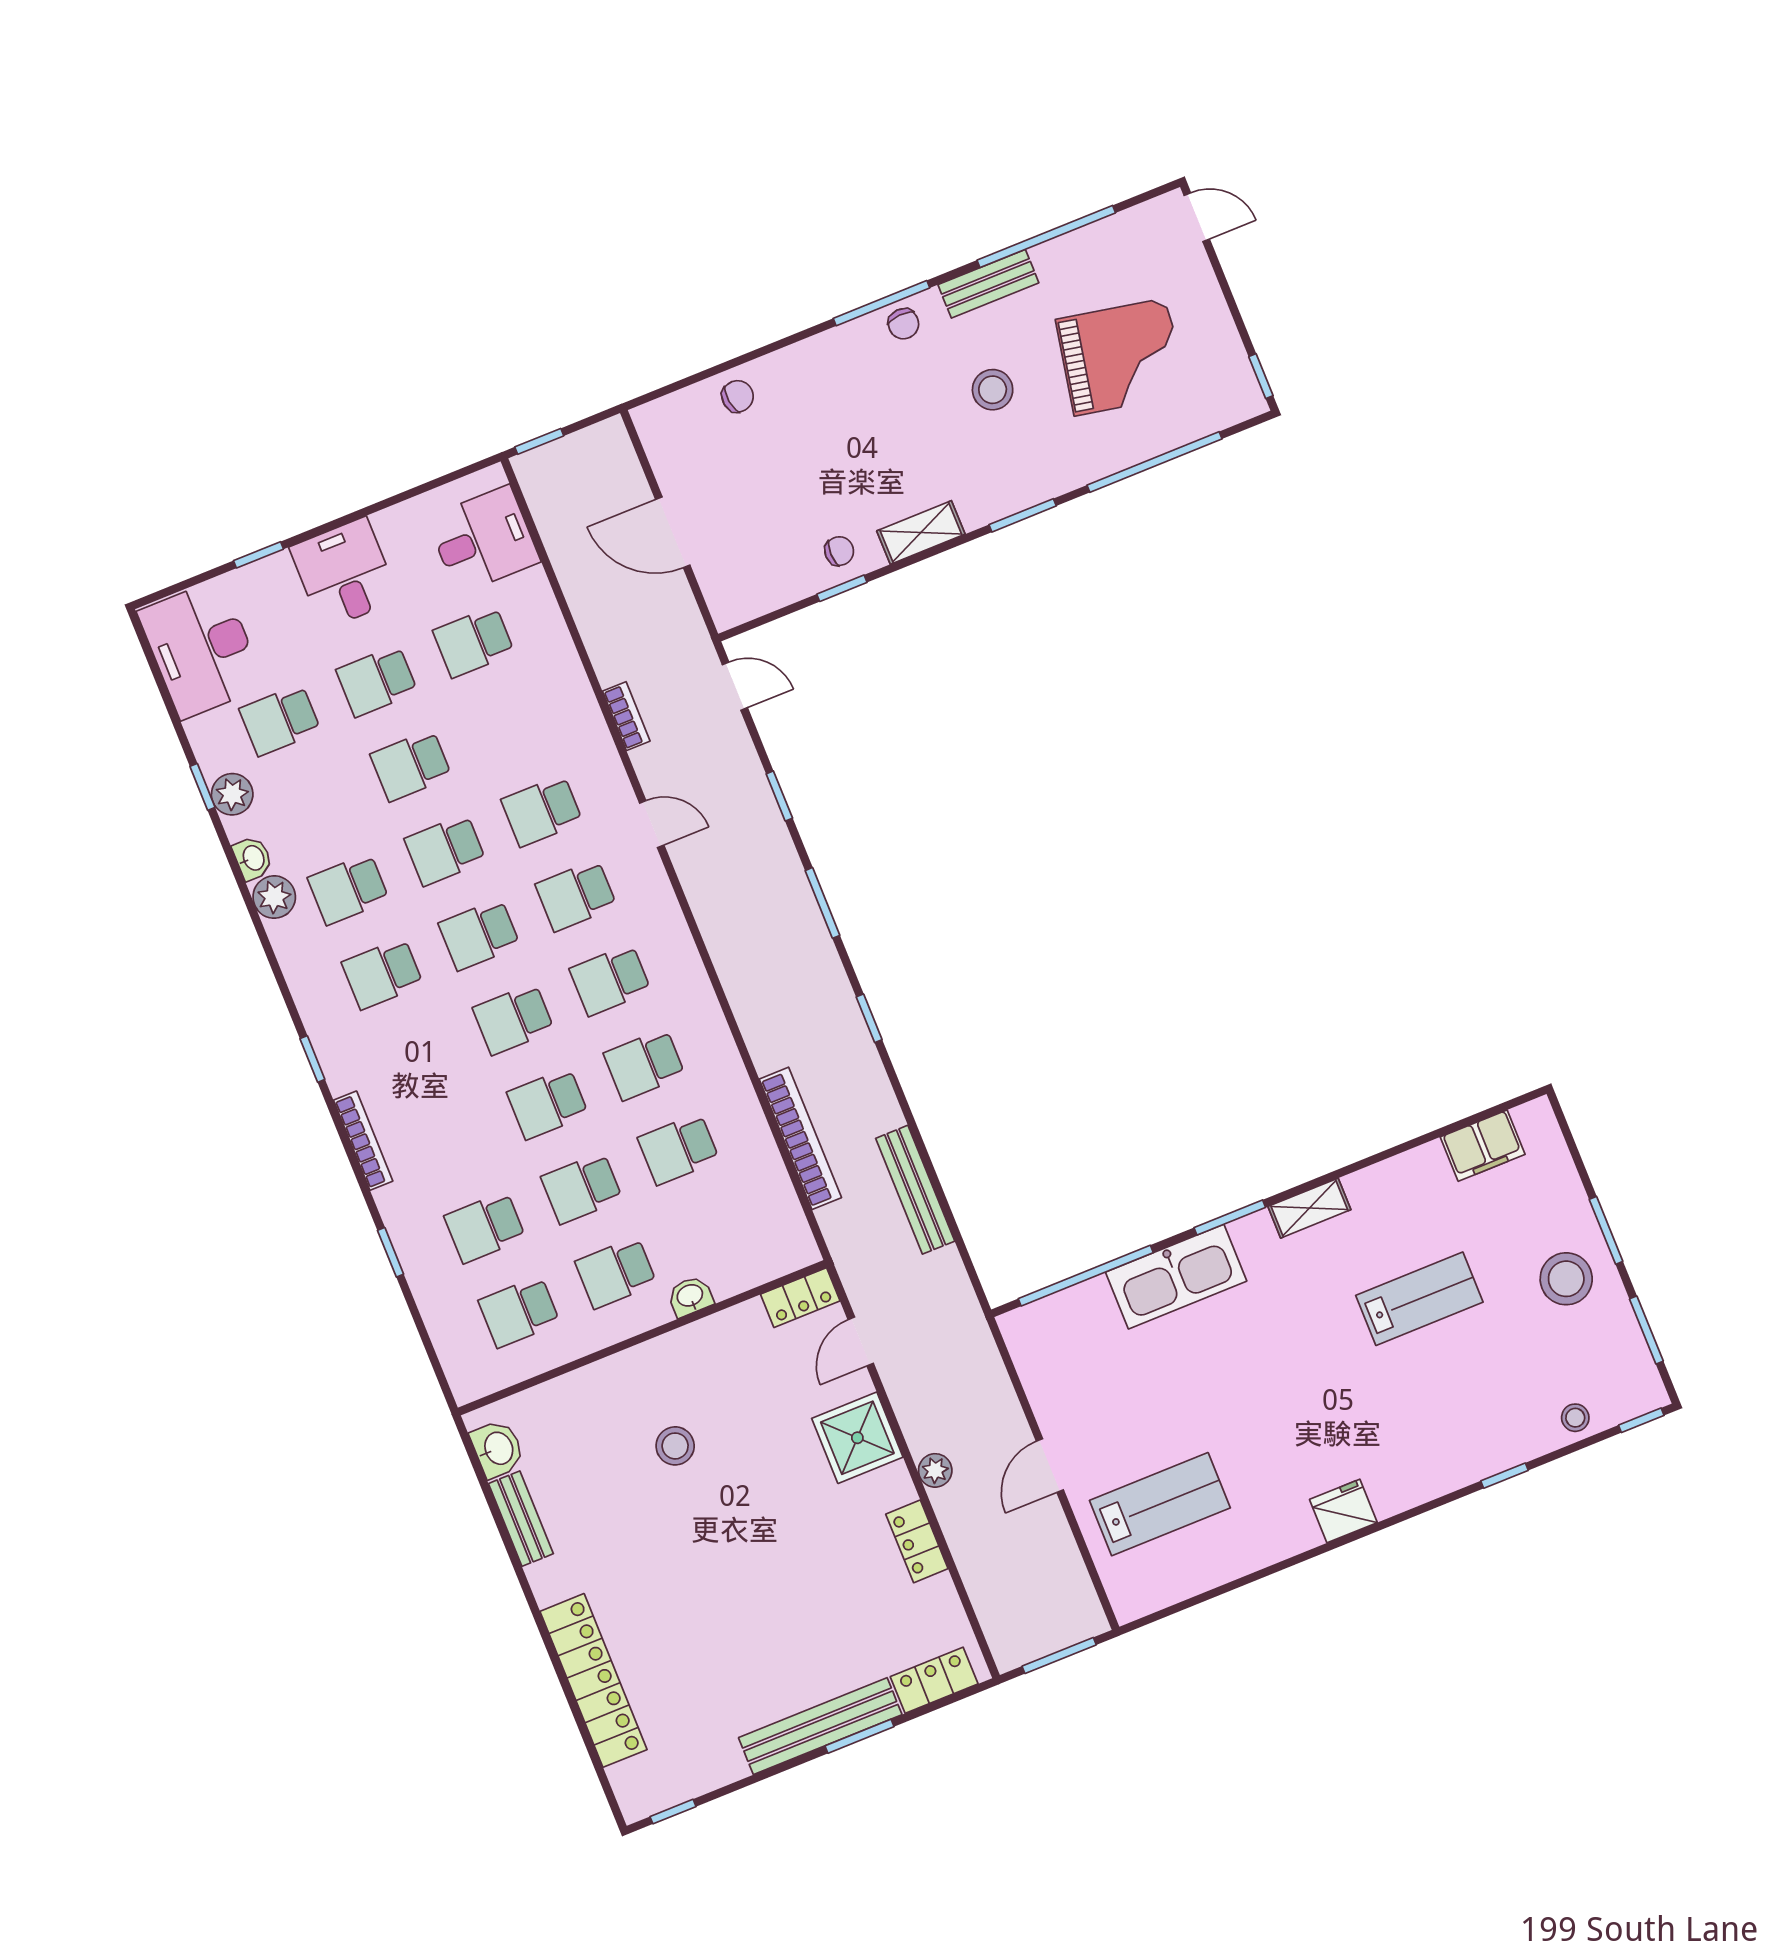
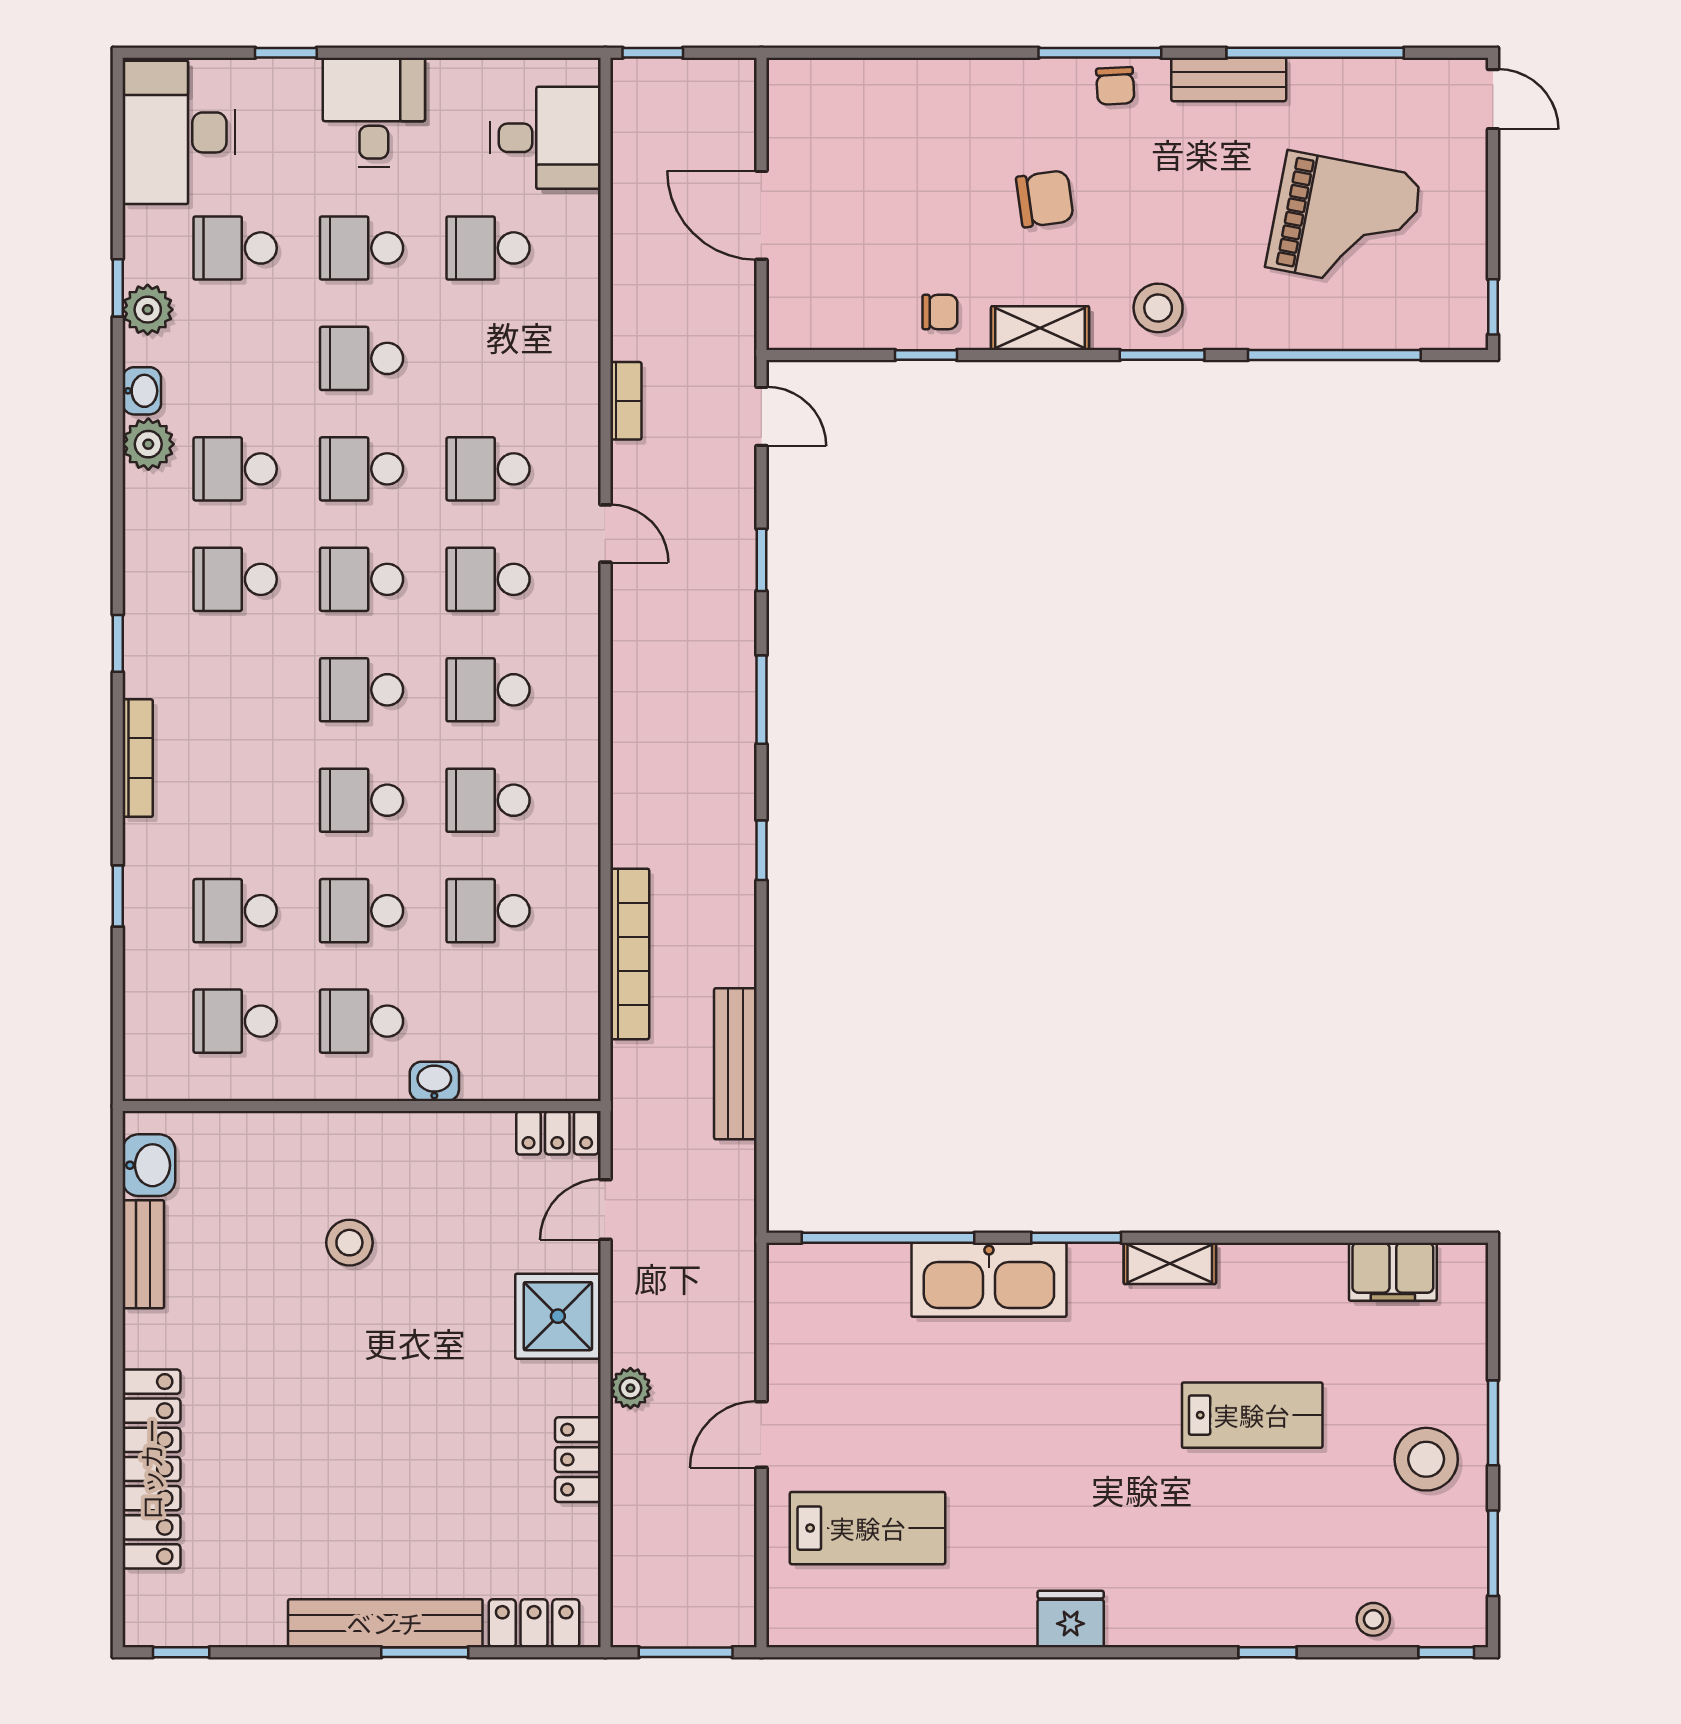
stool: (993, 390) -> (1158, 308), moved
chair: (738, 396) -> (1045, 199), moved, width x1.37, depth x1.37

